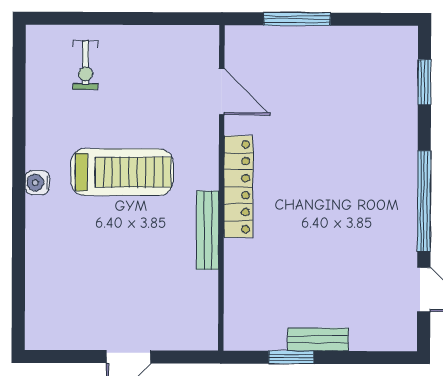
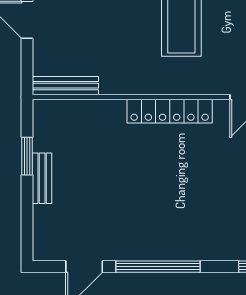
bench: (208, 230) -> (65, 86), moved

